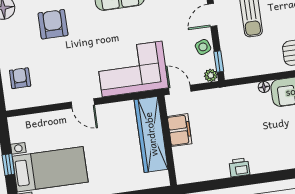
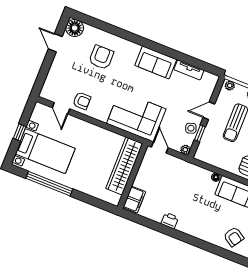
window: (219, 62) -> (200, 133), moved
armchair: (20, 78) -> (82, 101), moved, turned 90
door: (83, 103) -> (61, 108), moved
filing cabinet: (180, 130) -> (134, 200), moved

